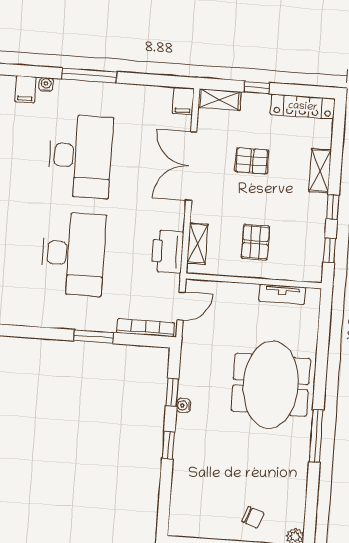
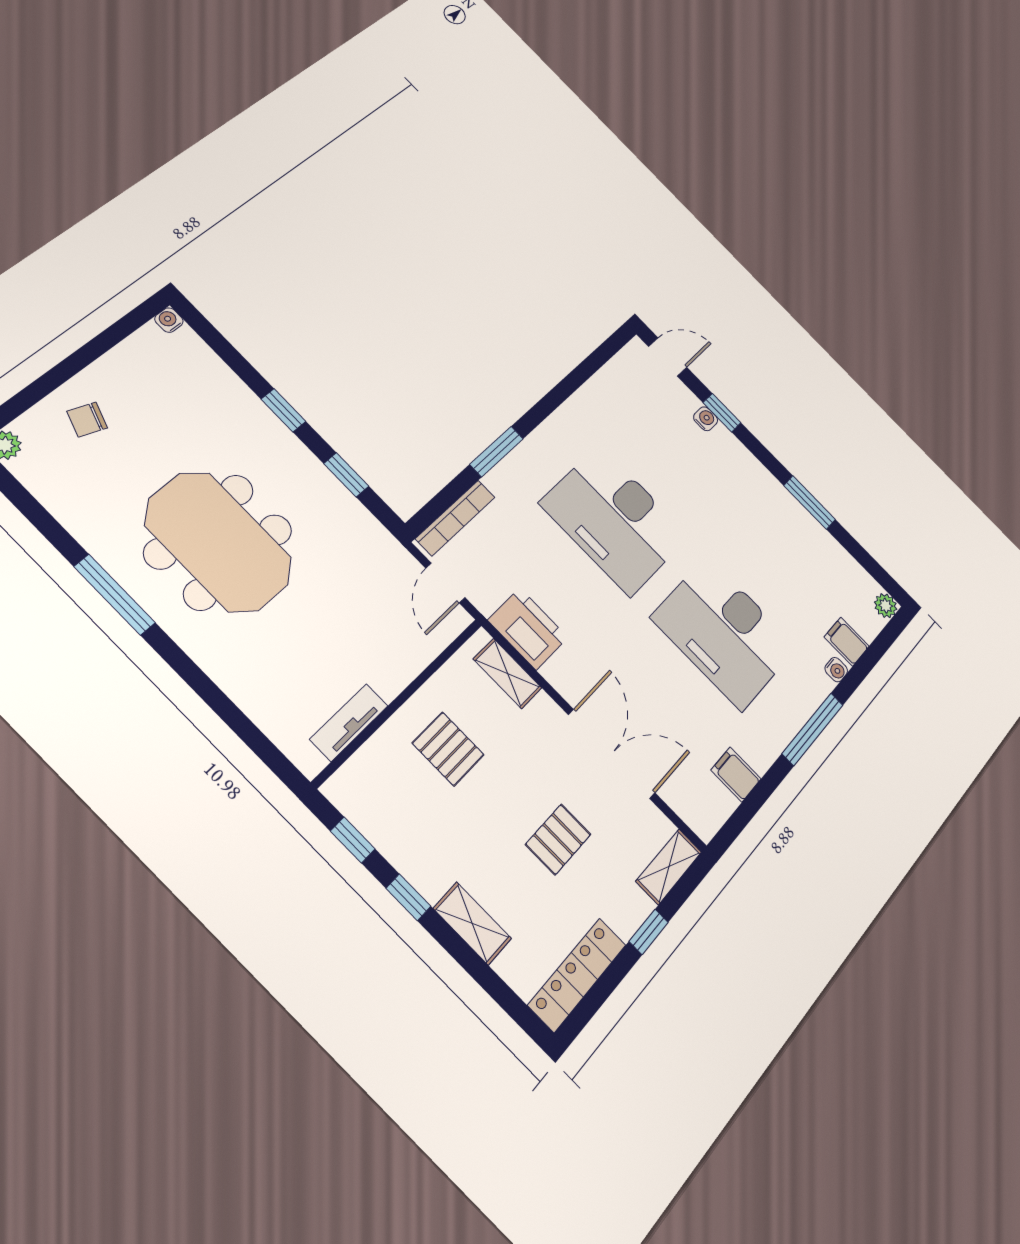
filing cabinet: (183, 101) -> (736, 775), moved
meeting table: (271, 385) -> (219, 542), moved
water cooler: (183, 405) -> (169, 320), moved, turned -90

